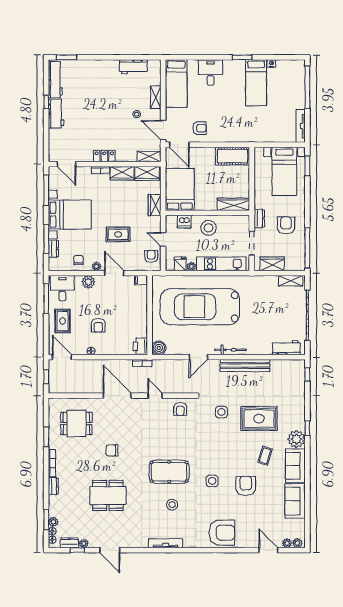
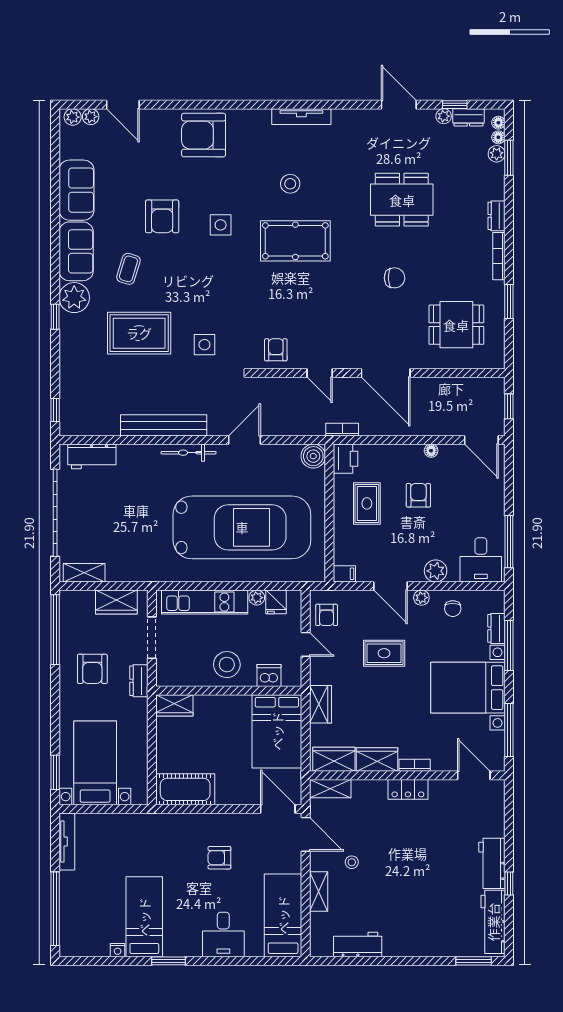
armchair: (200, 128) -> (219, 858), moved
wardrobe: (233, 204) -> (174, 705), width x0.67
rug: (63, 321) -> (367, 503), moved

